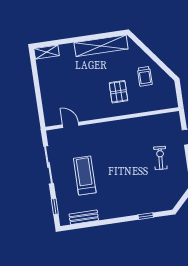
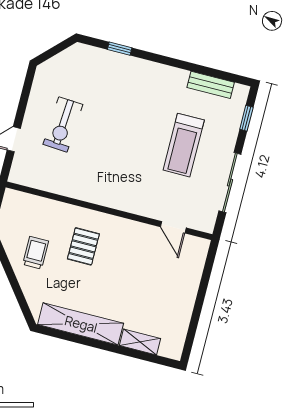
shelving: (47, 52) -> (140, 342), moved
exercise bike: (160, 158) -> (63, 124), width x1.38, depth x1.39

